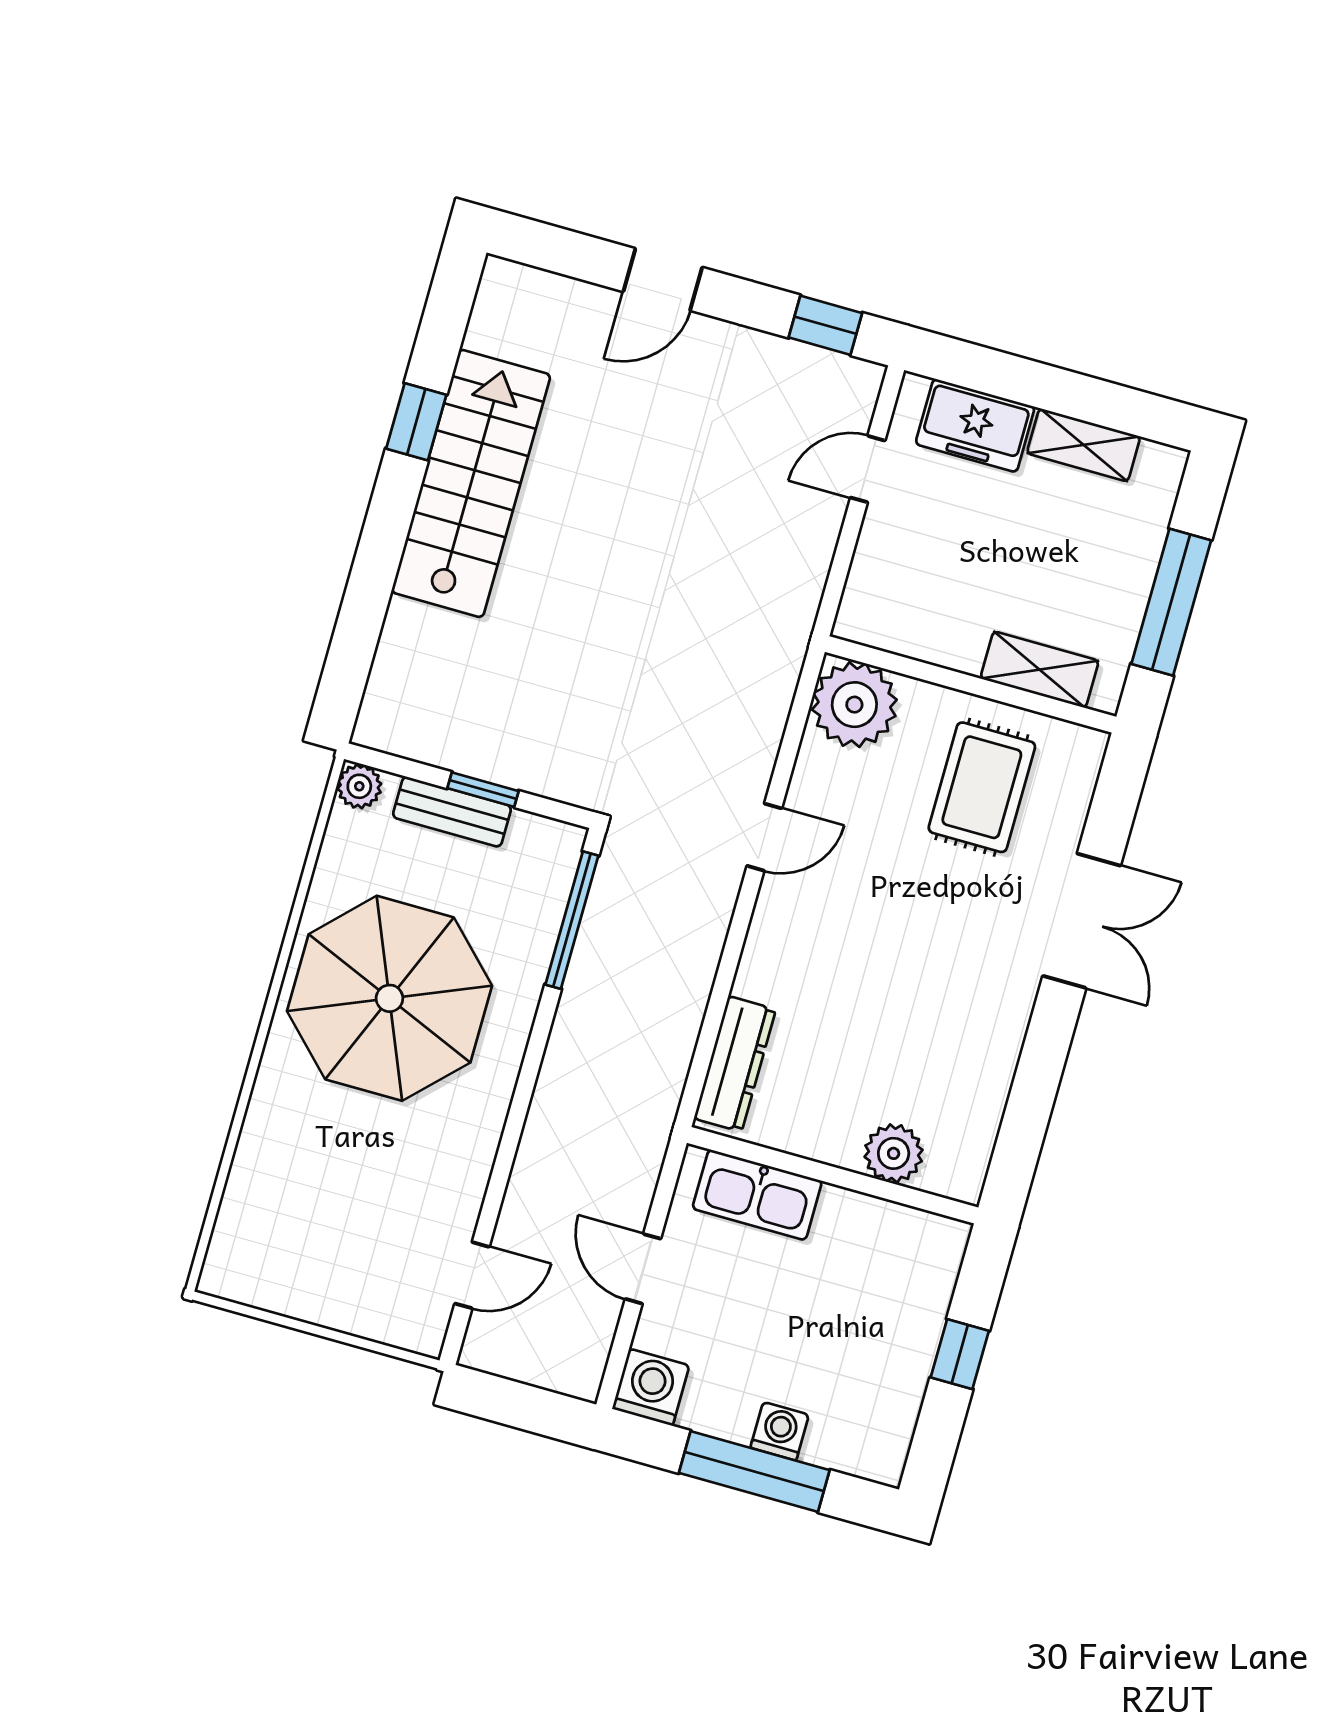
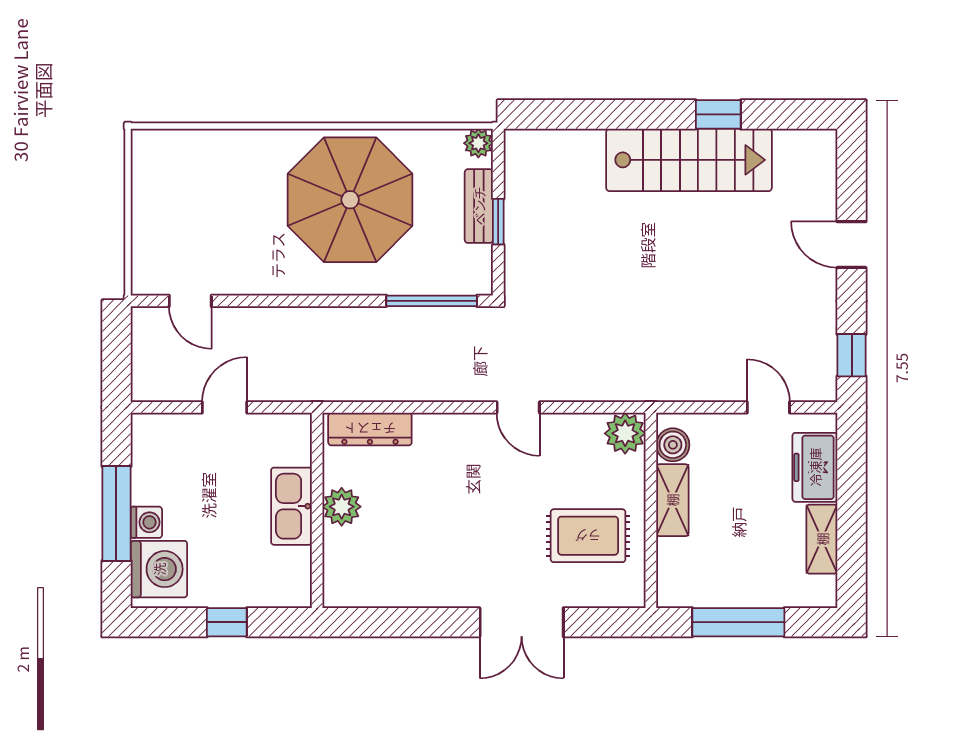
boiler: (883, 625) -> (673, 445), added
shelving: (1040, 670) -> (672, 500), moved
plant: (854, 705) -> (625, 433), width x0.73, depth x0.73
plant: (894, 1153) -> (342, 507), moved
kitchen sink: (757, 1195) -> (291, 506), moved
washing machine: (651, 1387) -> (159, 569), moved, width x1.37, depth x1.37

